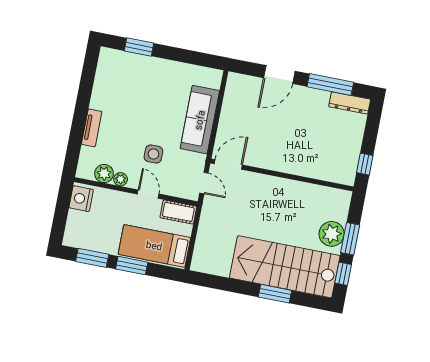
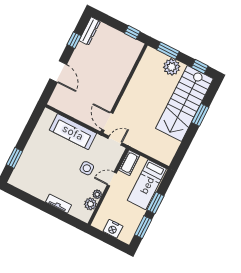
window: (330, 85) -> (74, 40), width x0.46
nightstand: (81, 199) -> (113, 229), moved
window: (350, 239) -> (168, 51), moved

